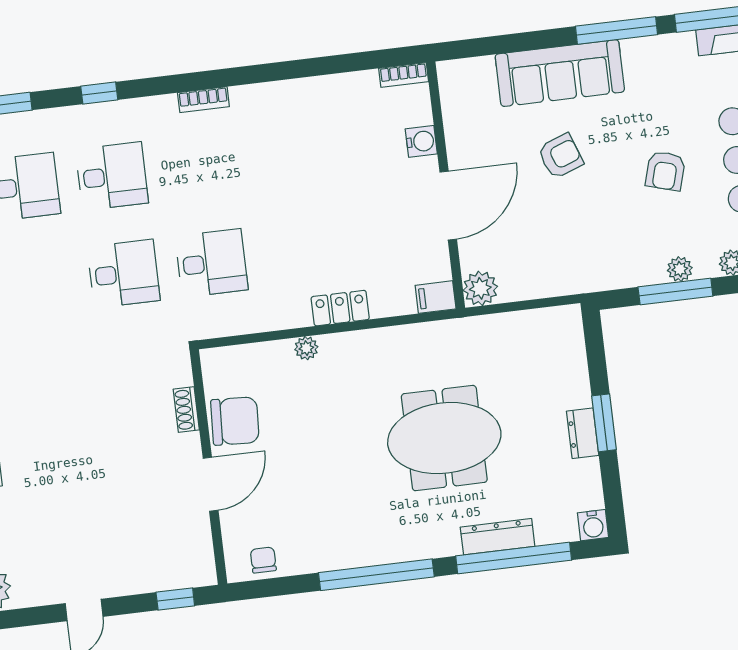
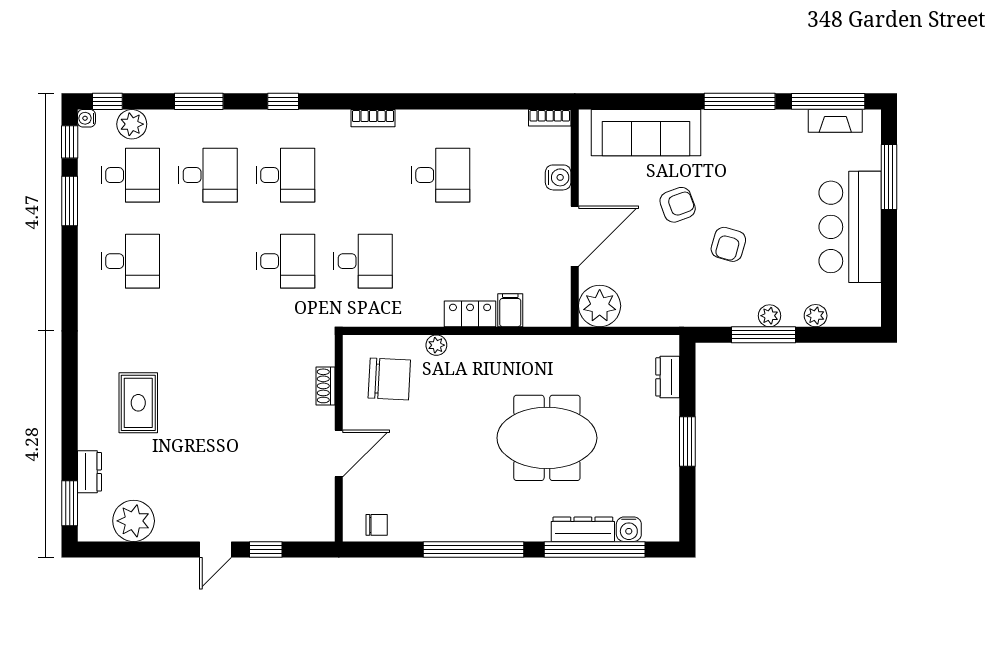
sofa: (560, 73) -> (646, 133), moved
desk: (288, 155) -> (440, 175), added
armchair: (665, 171) -> (728, 244), moved
plant: (480, 288) -> (600, 306), width x1.36, depth x1.36
filing cabinet: (436, 297) -> (510, 310), moved, turned 90
chair: (235, 421) -> (389, 379), moved
dresser: (583, 433) -> (668, 377), moved
water cooler: (593, 525) -> (629, 529), moved
chair: (263, 560) -> (377, 525), turned 90
window: (175, 599) -> (266, 550), moved

